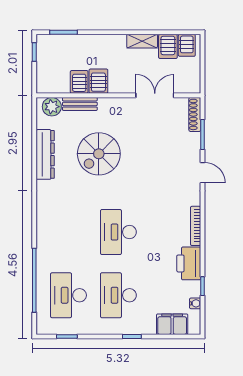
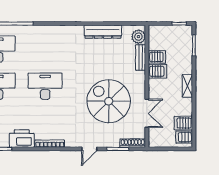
shelving: (142, 41) -> (187, 86), moved
spiral stairs: (99, 154) -> (109, 101), moved, width x1.37, depth x1.37

